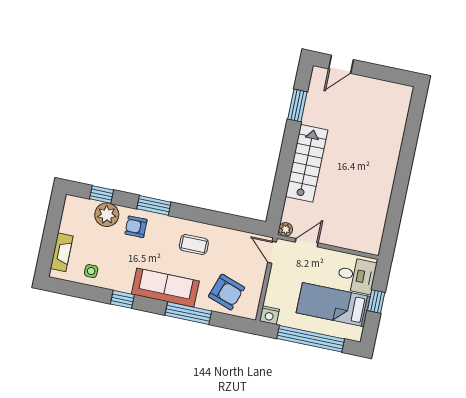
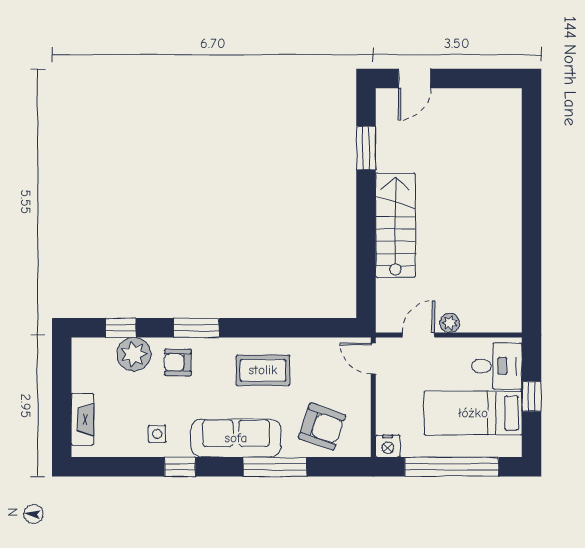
plant: (286, 229) -> (450, 323), moved
coffee table: (194, 245) -> (263, 370), width x1.36, depth x1.30
side table: (91, 271) -> (157, 434), moved

